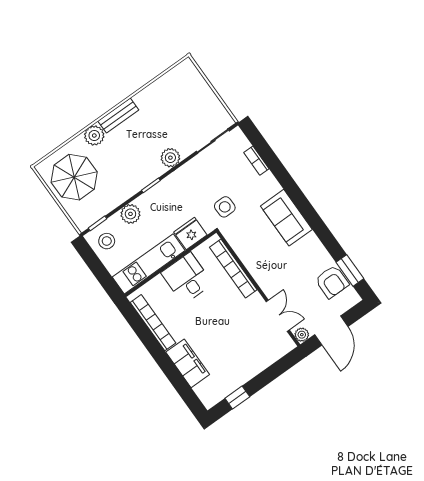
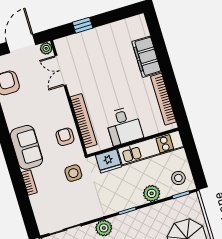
bookcase: (256, 161) -> (29, 182), moved
armchair: (248, 244) -> (65, 137), added
window: (237, 397) -> (83, 25), moved

